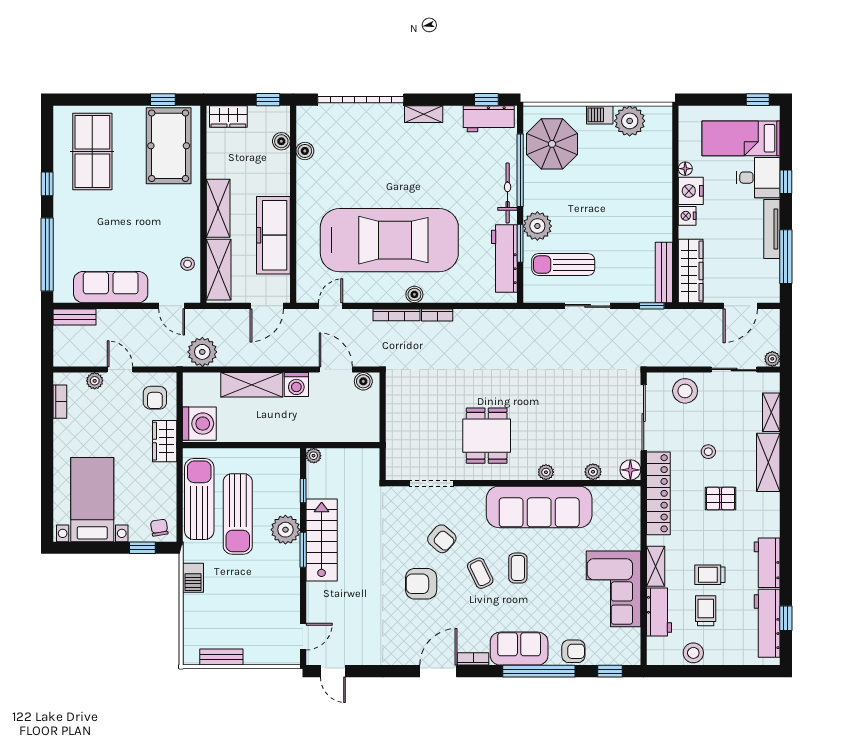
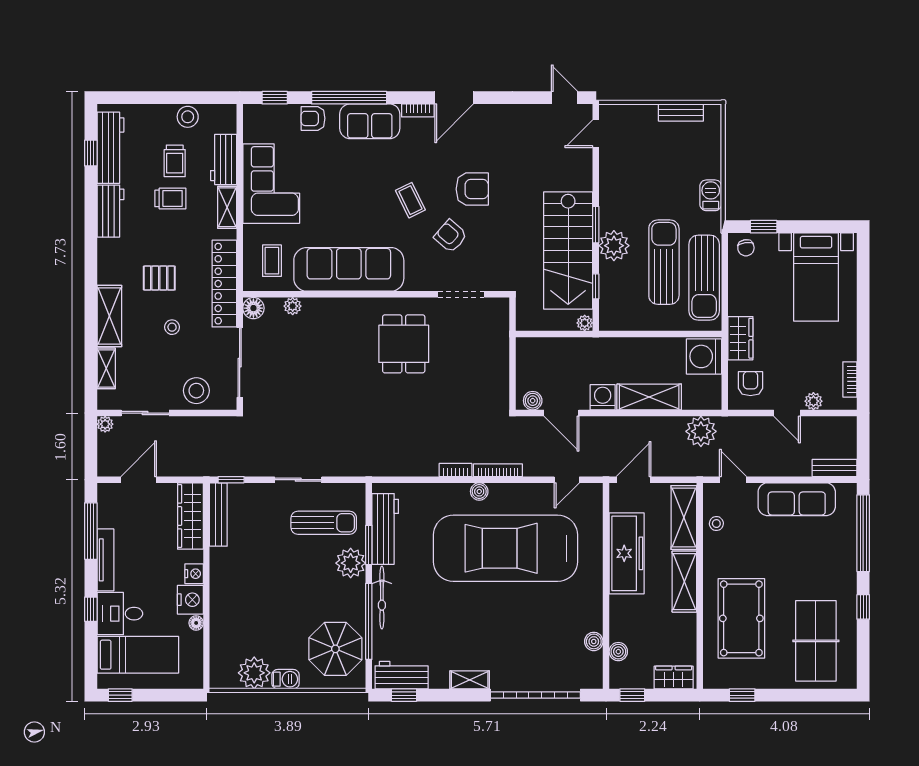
pool table: (169, 146) -> (741, 618), moved
plant: (546, 472) -> (342, 306), removed
stairs: (322, 540) -> (568, 250), width x1.36, depth x1.51
coffee table: (518, 568) -> (272, 261), moved

